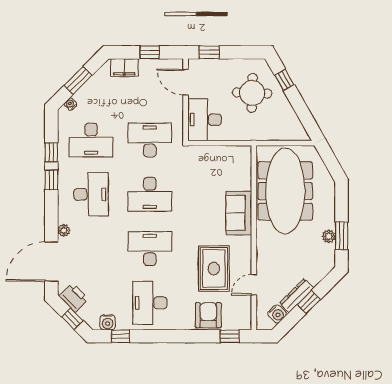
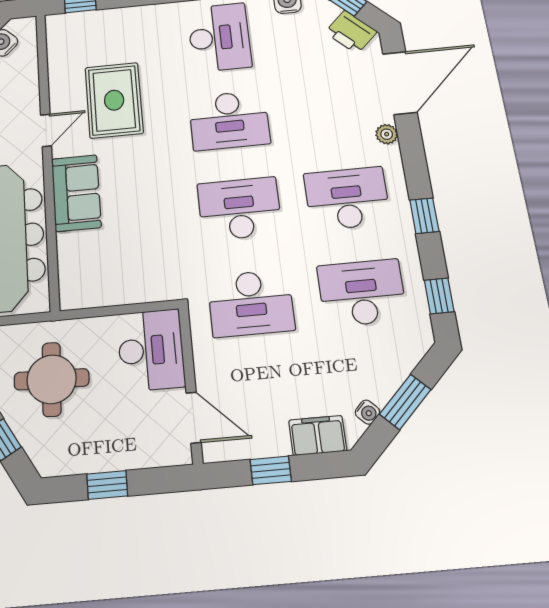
window: (209, 52) -> (107, 485), moved
round table: (252, 93) -> (52, 379), moved
water cooler: (70, 104) -> (367, 412), moved
window: (51, 152) -> (439, 296), moved
desk: (91, 194) -> (347, 198), turned 90
door: (254, 285) -> (46, 130), moved
armchair: (208, 315) -> (118, 29), removed

